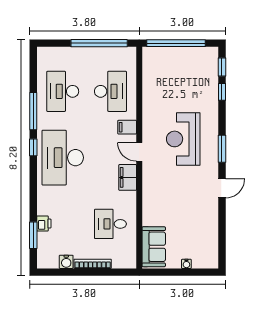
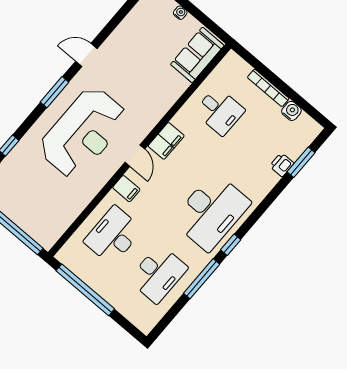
reception desk: (183, 139) -> (83, 132), width x1.36, depth x1.30

